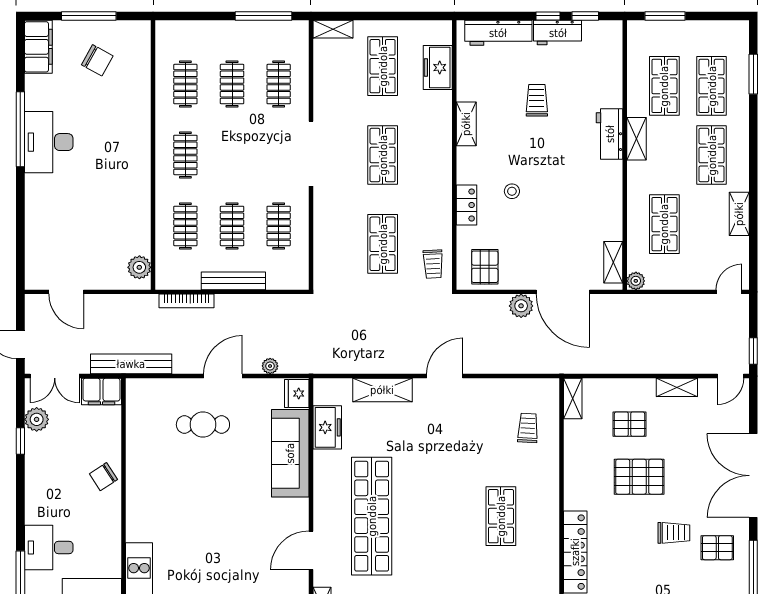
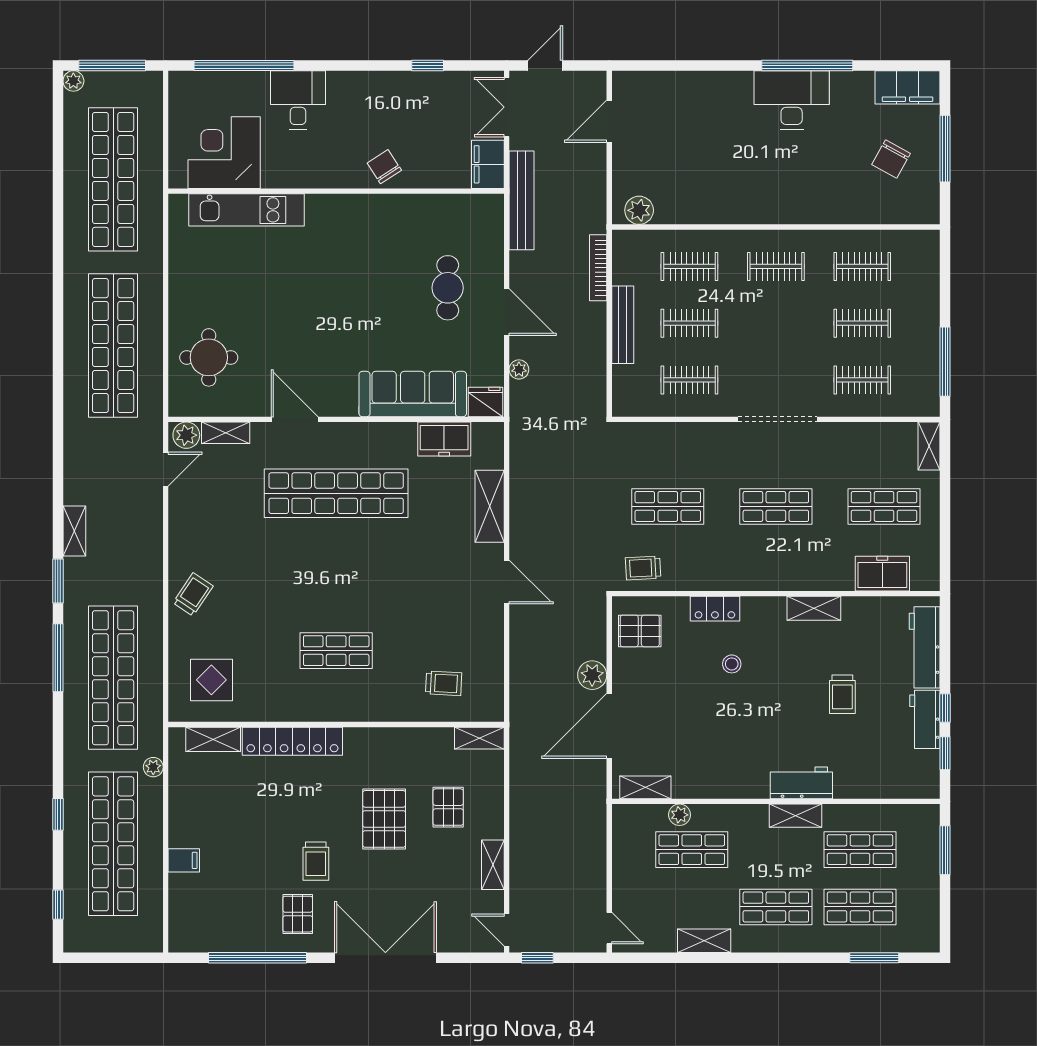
trolley: (537, 100) -> (842, 694), turned 90
plant: (636, 281) -> (680, 815), moved
plant: (37, 419) -> (454, 85), removed

